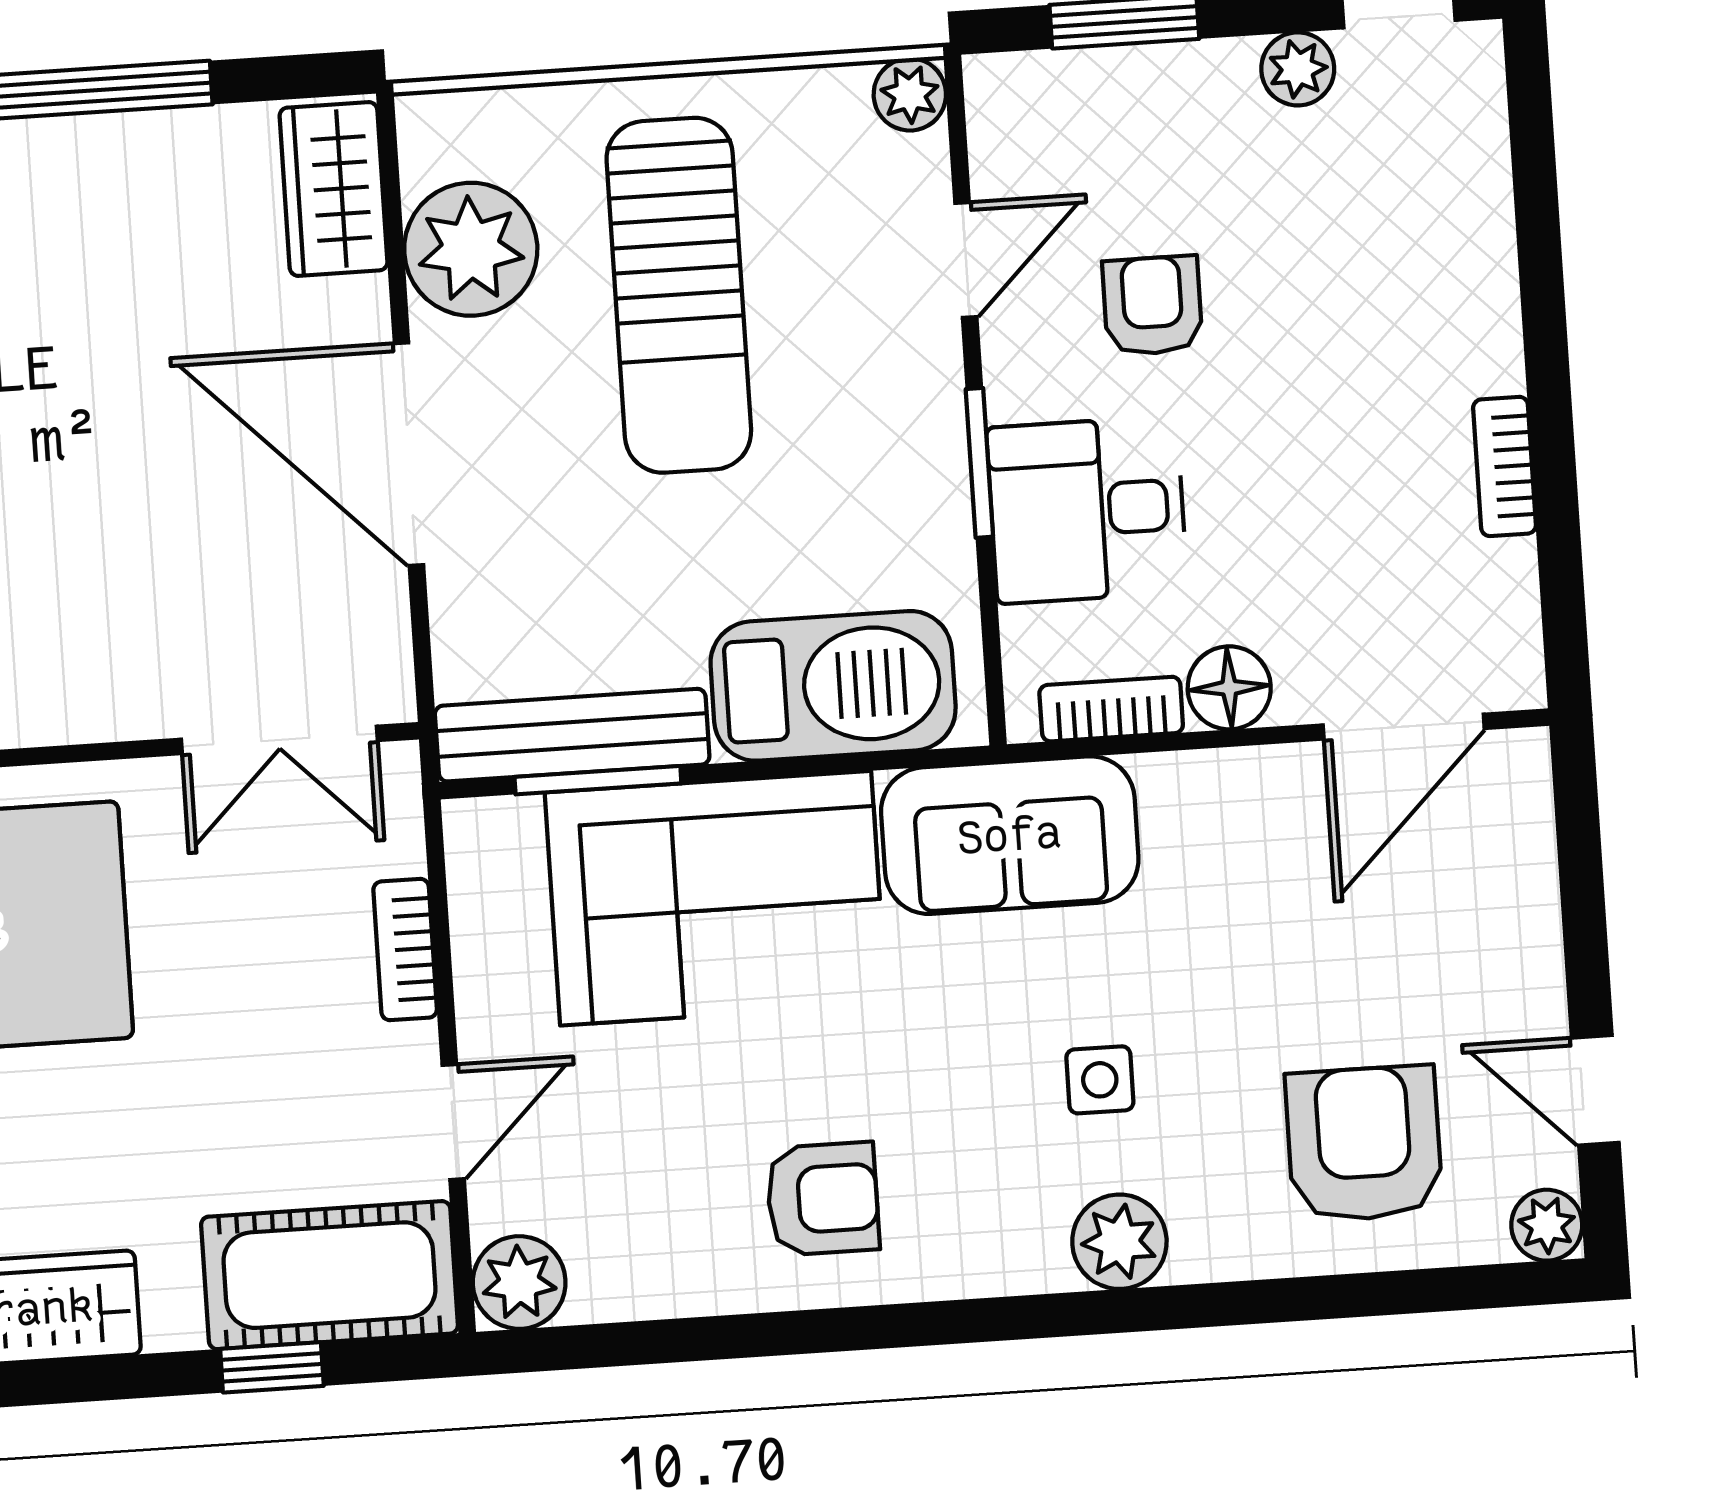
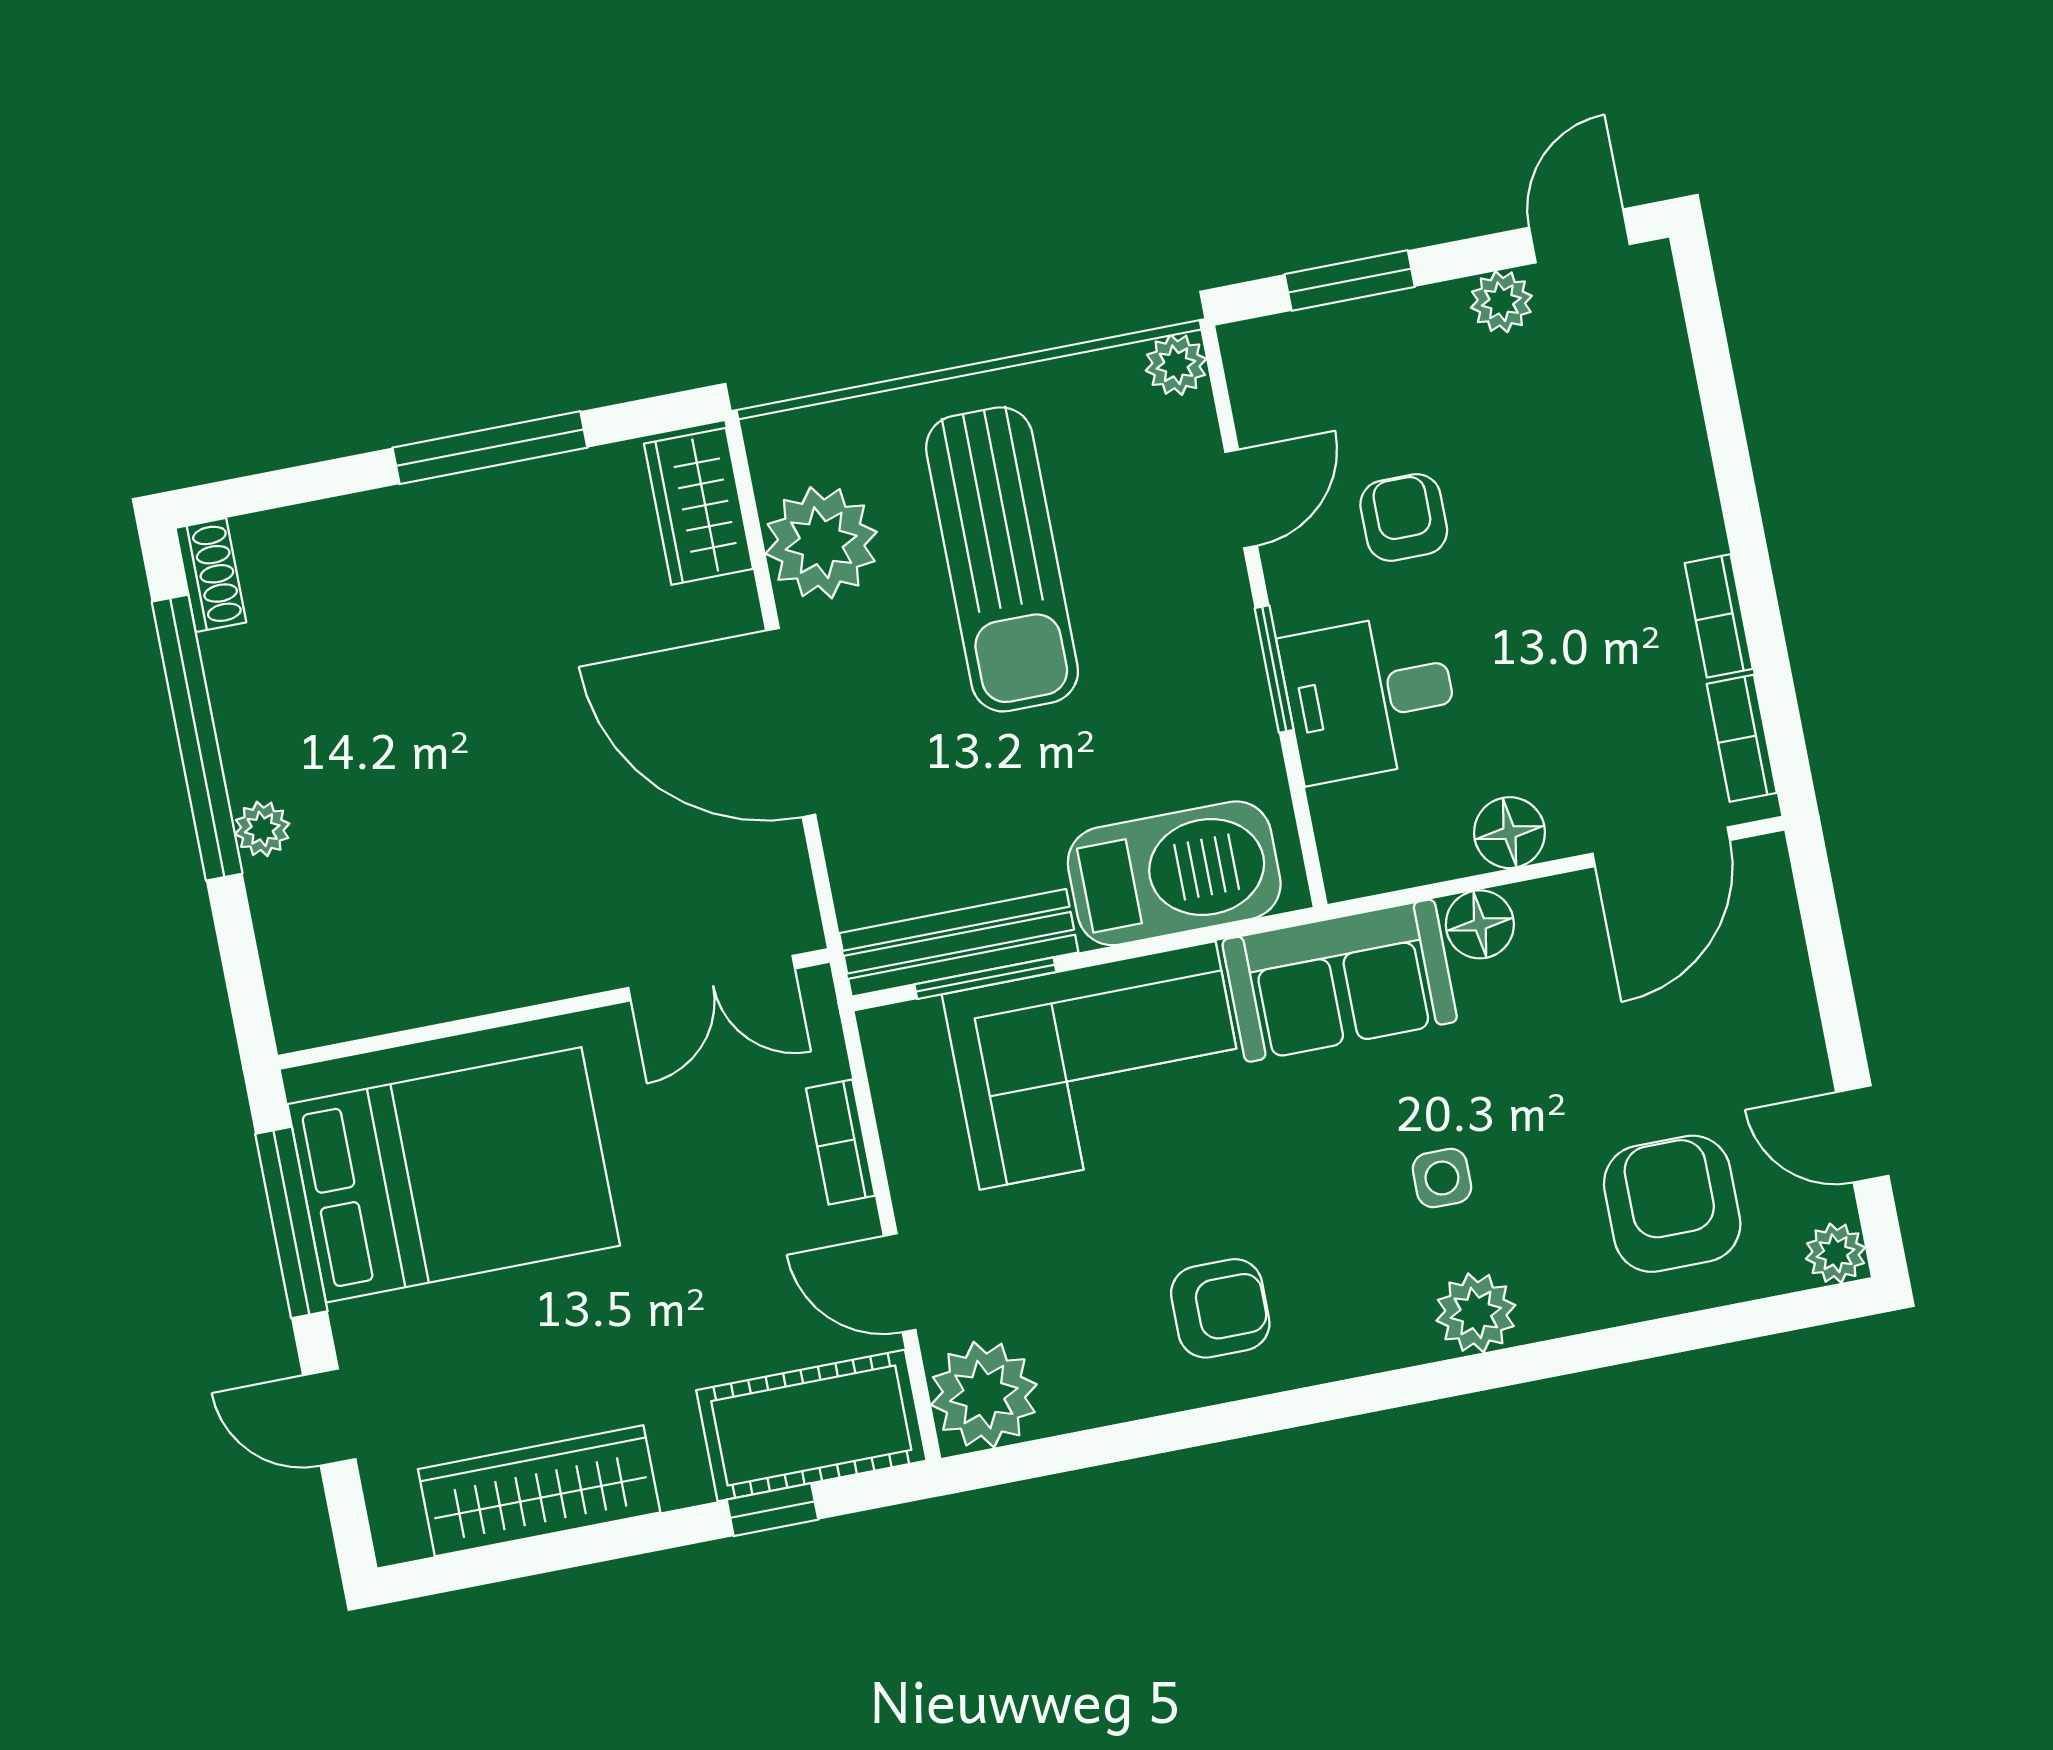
bookcase: (1111, 709) -> (1742, 738), moved, turned -90
floor lamp: (1181, 790) -> (1480, 924), added
door: (453, 1122) -> (900, 1283), swing flipped
plant: (519, 1283) -> (984, 1395), width x1.36, depth x1.36

